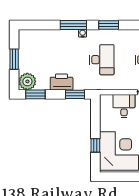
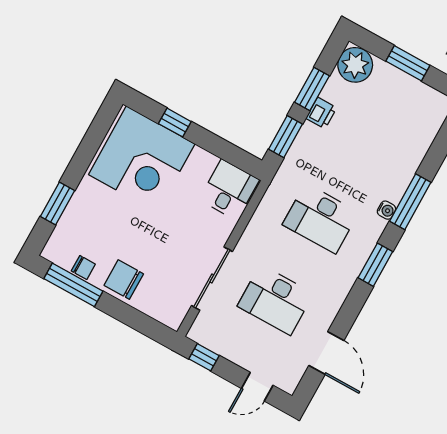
printer: (62, 82) -> (321, 113), width x0.53, depth x0.68
window: (35, 94) -> (312, 89), moved
desk: (124, 106) -> (229, 190), moved, turned -90

